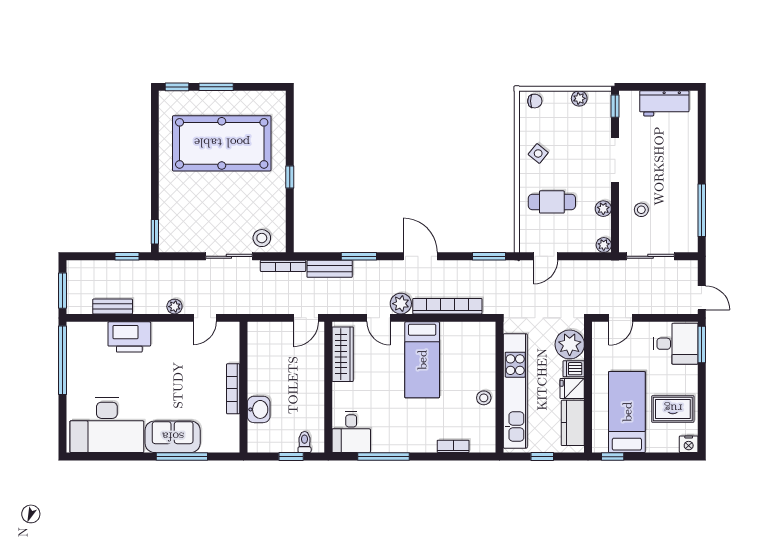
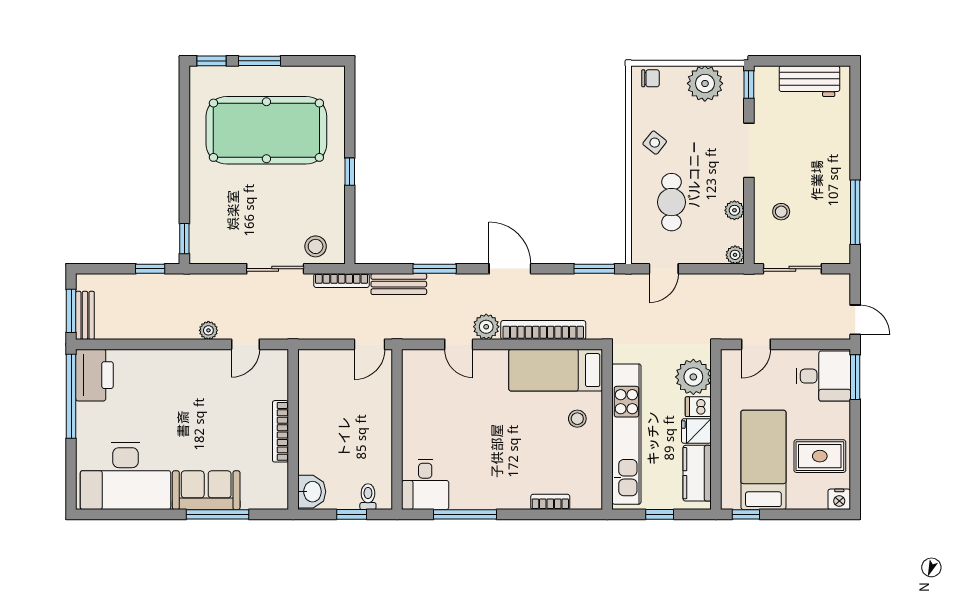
plant: (579, 98) -> (705, 83), width x1.88, depth x1.88
cafe table: (552, 202) -> (672, 202), turned 90
bench: (113, 307) -> (85, 315), moved, turned 90
printer: (129, 337) -> (94, 375), moved, turned -90
wardrobe: (343, 354) -> (415, 389), removed
bed: (422, 360) -> (556, 370), moved, turned 90
stool: (484, 398) -> (577, 419), moved
washbasin: (259, 409) -> (312, 492), moved

